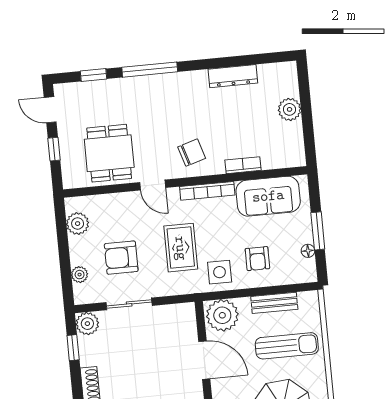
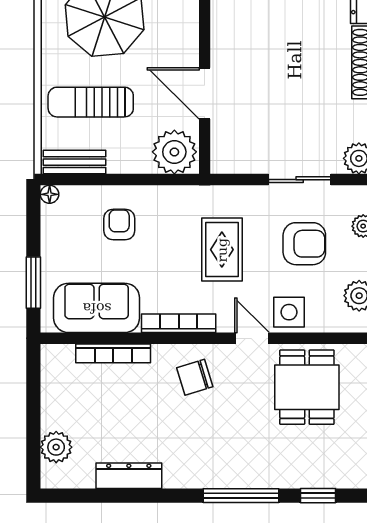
plant: (290, 109) -> (56, 447), moved
bookcase: (243, 165) -> (113, 353), width x1.56
window: (318, 231) -> (33, 283), moved
floor lamp: (308, 251) -> (50, 194), moved
side table: (220, 272) -> (289, 312), moved
bench: (274, 303) -> (75, 162), moved

